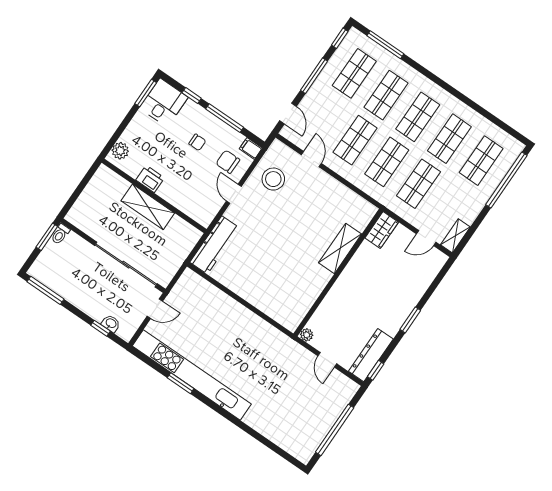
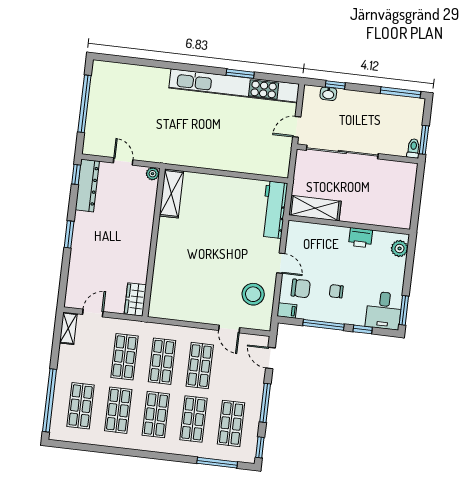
shelving: (148, 207) -> (315, 208), moved
shelving: (340, 248) -> (171, 193), moved

